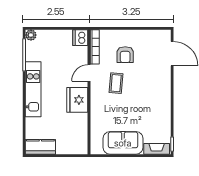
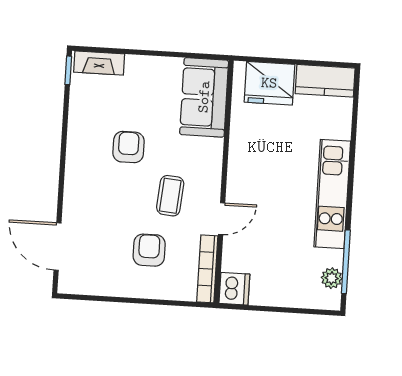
plant: (31, 35) -> (332, 278), moved
fridge: (77, 100) -> (269, 83), moved, turned 90
armchair: (139, 107) -> (129, 147), added
sofa: (123, 143) -> (204, 97), moved, turned 90

